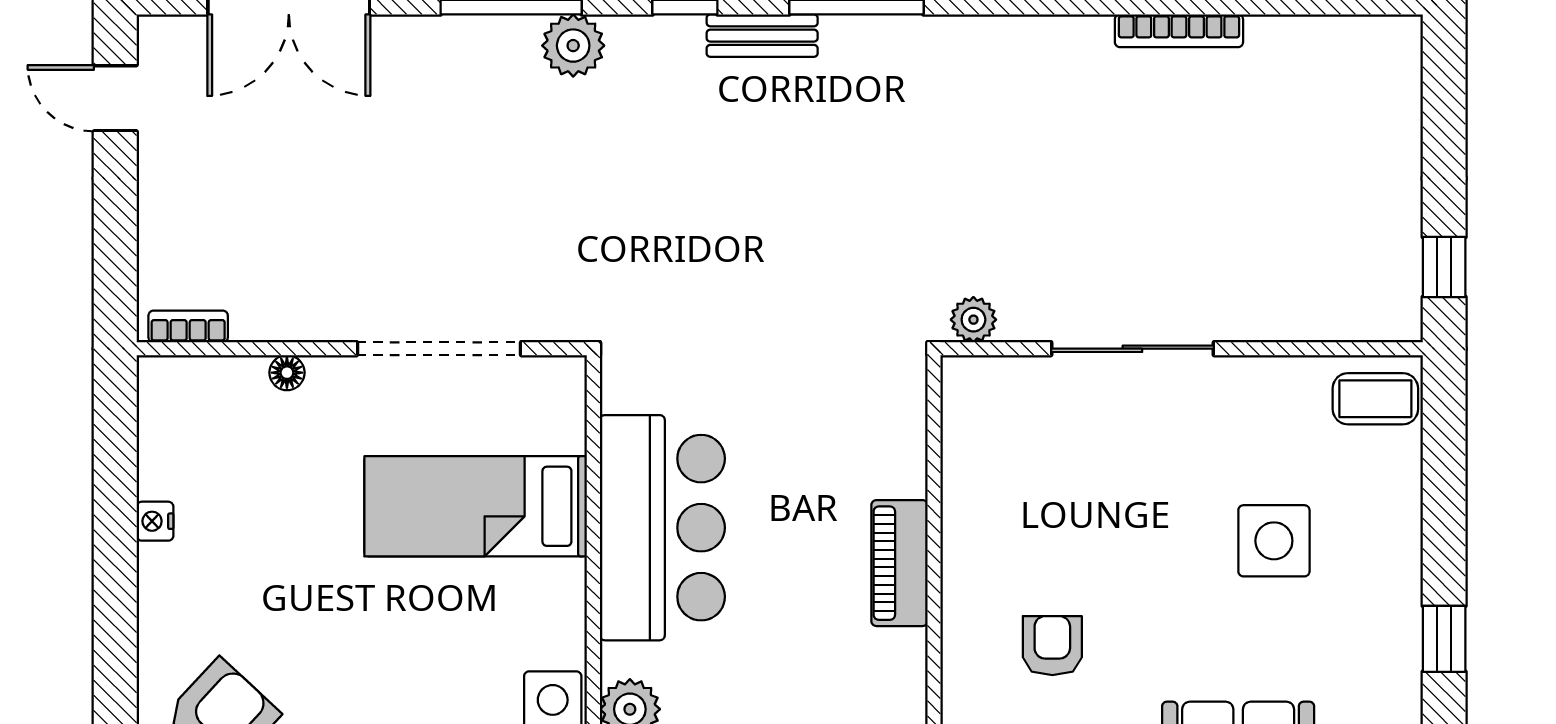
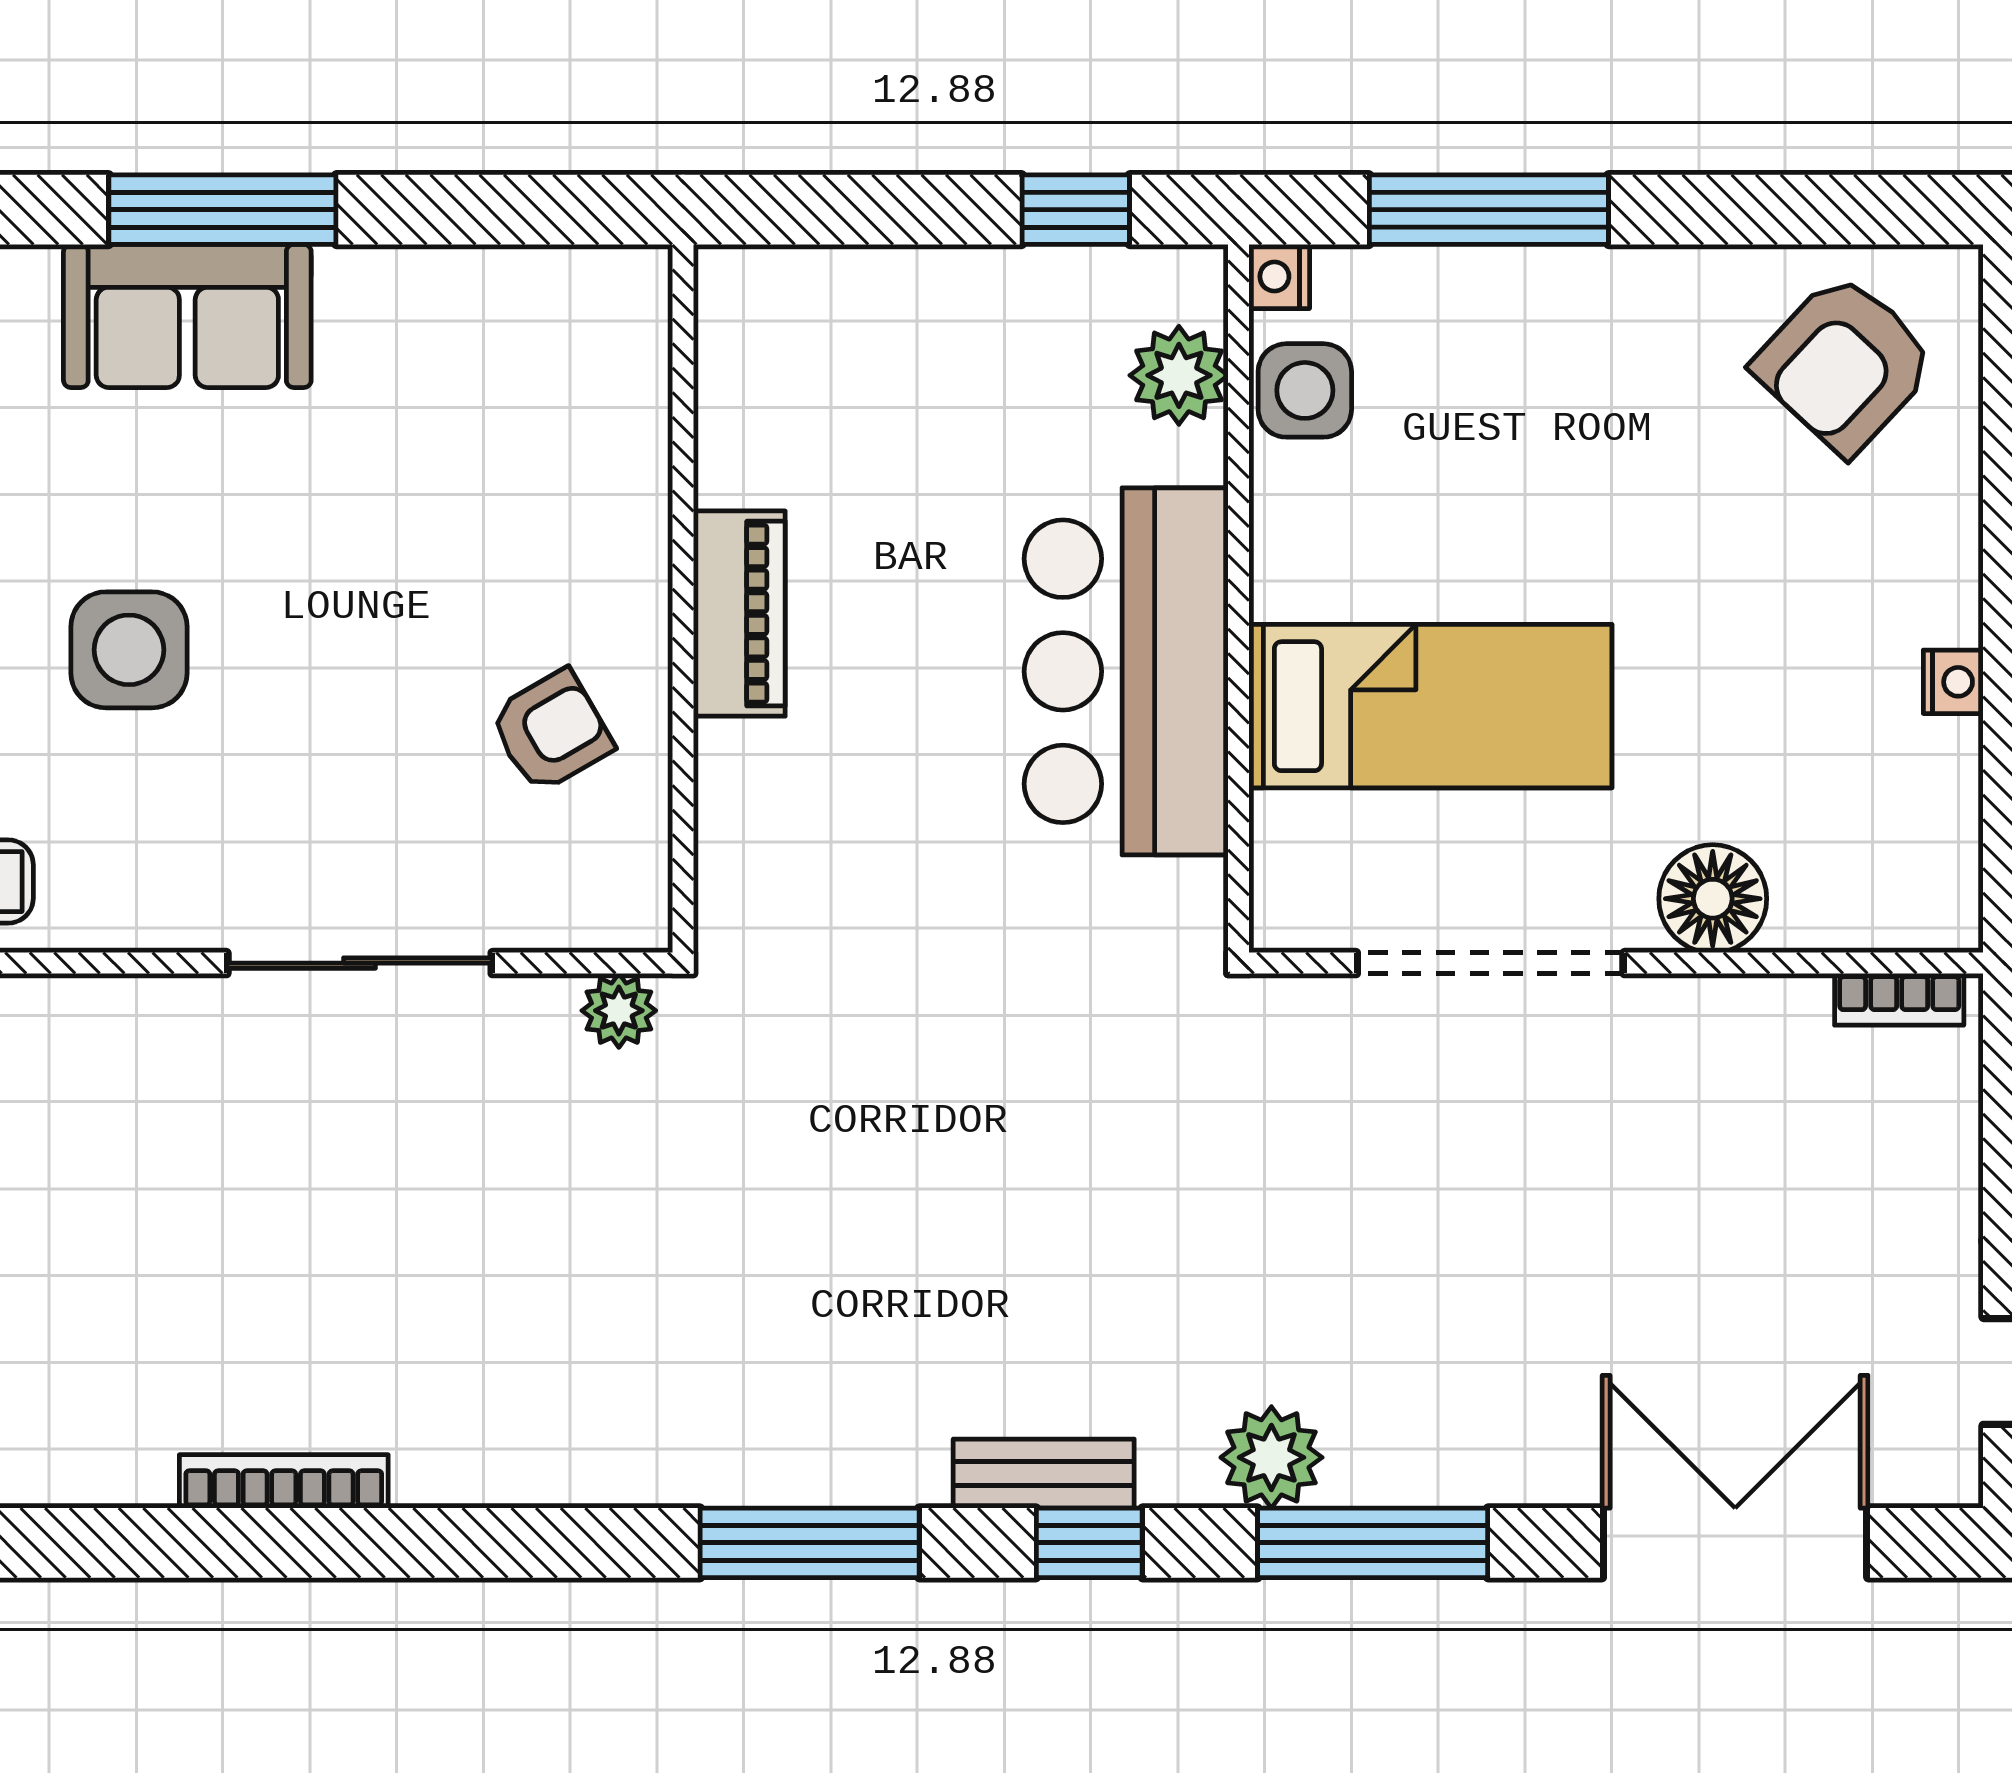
bench: (762, 36) -> (1044, 1474), moved
floor lamp: (287, 373) -> (1713, 899), width x1.89, depth x1.89
armchair: (1052, 646) -> (551, 731), moved, turned -120

